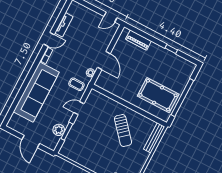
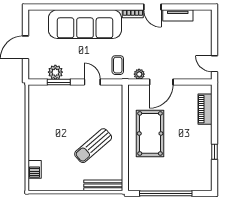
pool table: (158, 95) -> (150, 133), moved

